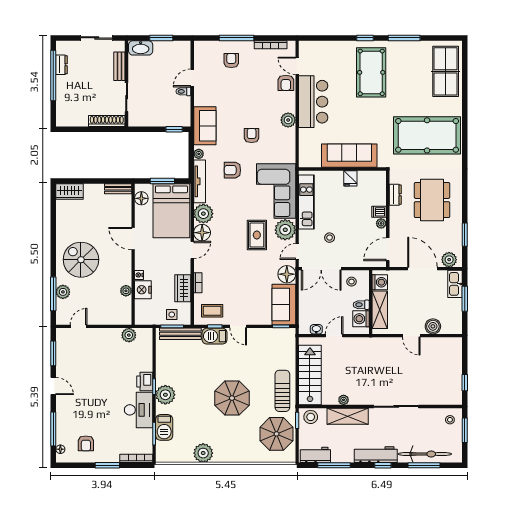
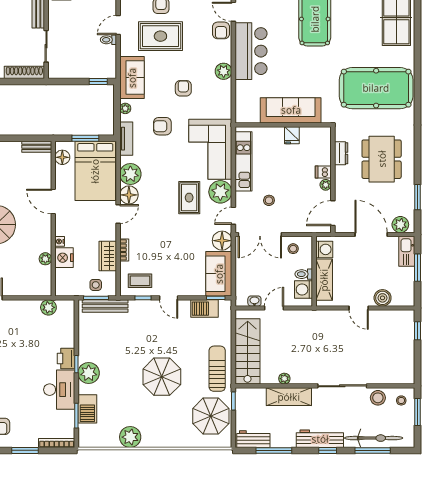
rug: (231, 88) -> (160, 36), added
tv unit: (200, 181) -> (126, 139), width x0.71
barbecue: (215, 336) -> (204, 309), moved
window: (465, 383) -> (418, 331), moved
stool: (311, 417) -> (378, 398), moved

